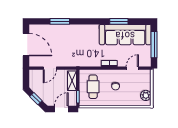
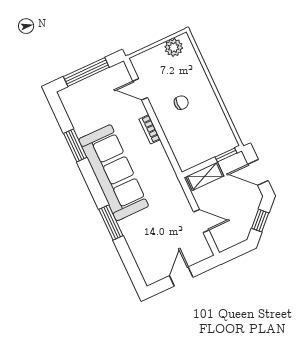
window: (60, 21) -> (111, 222), moved
sofa: (125, 35) -> (114, 173), moved
door: (26, 45) -> (181, 276), width x0.53
cafe table: (93, 87) -> (199, 138), removed

